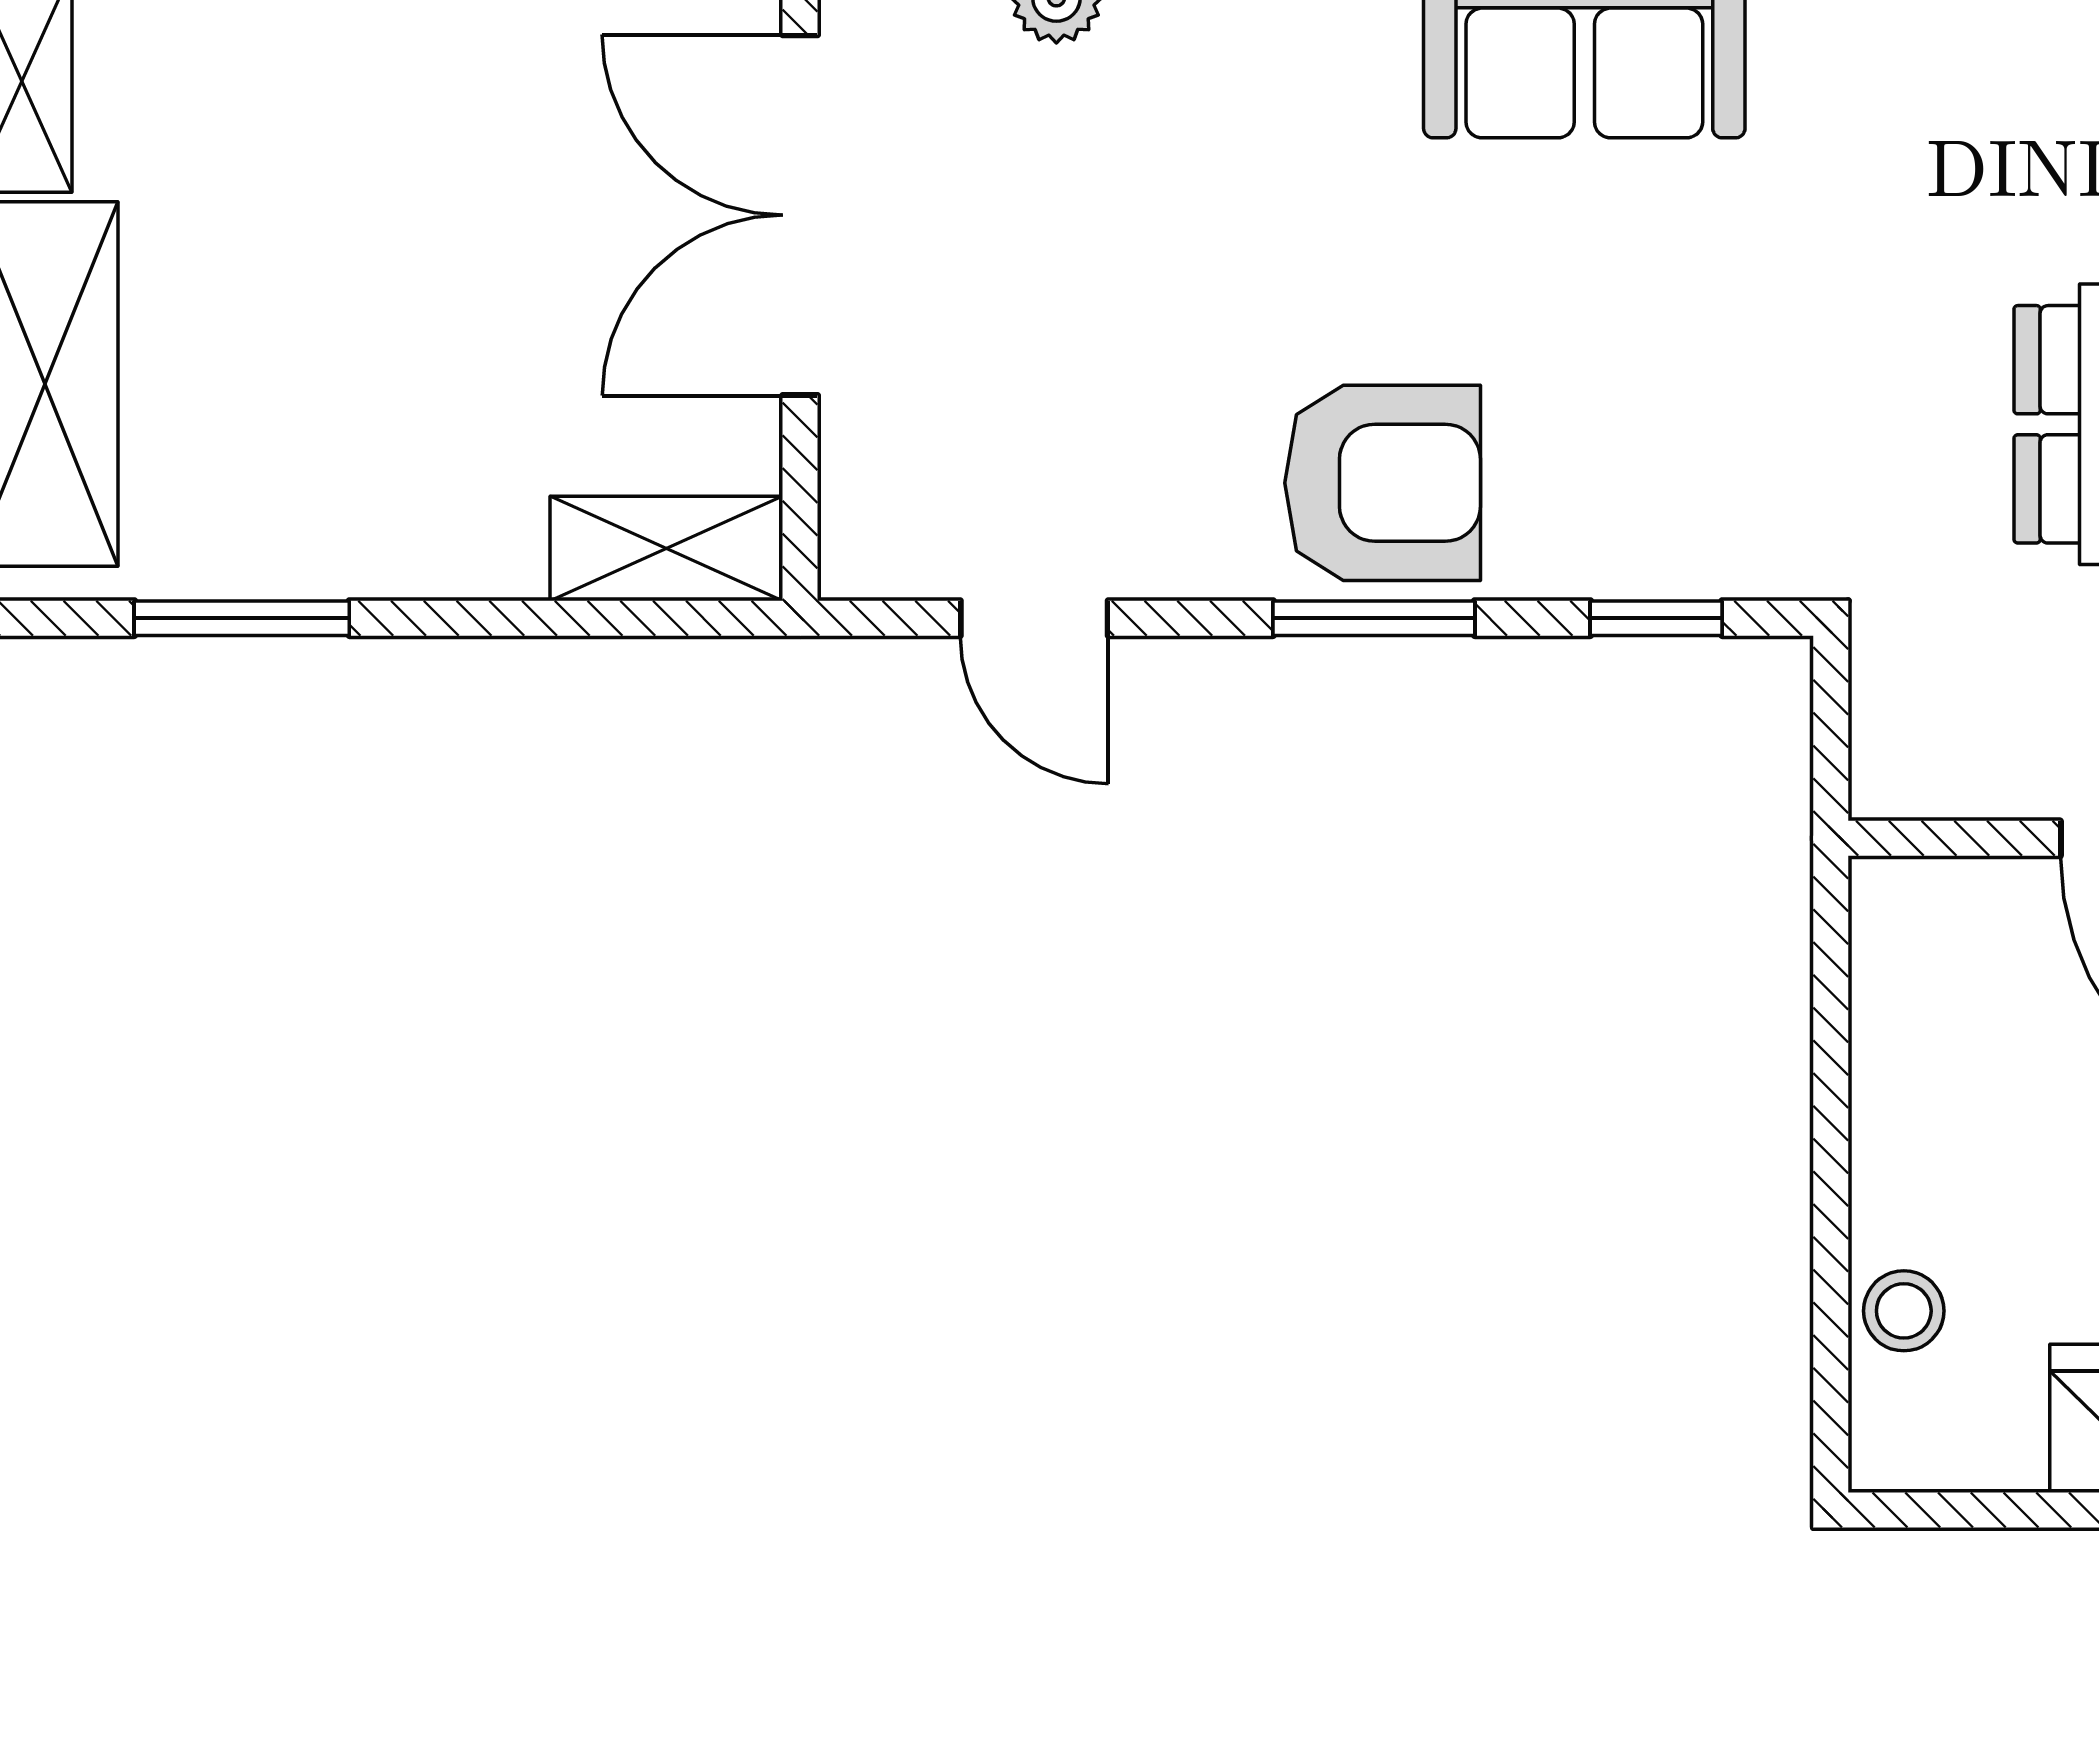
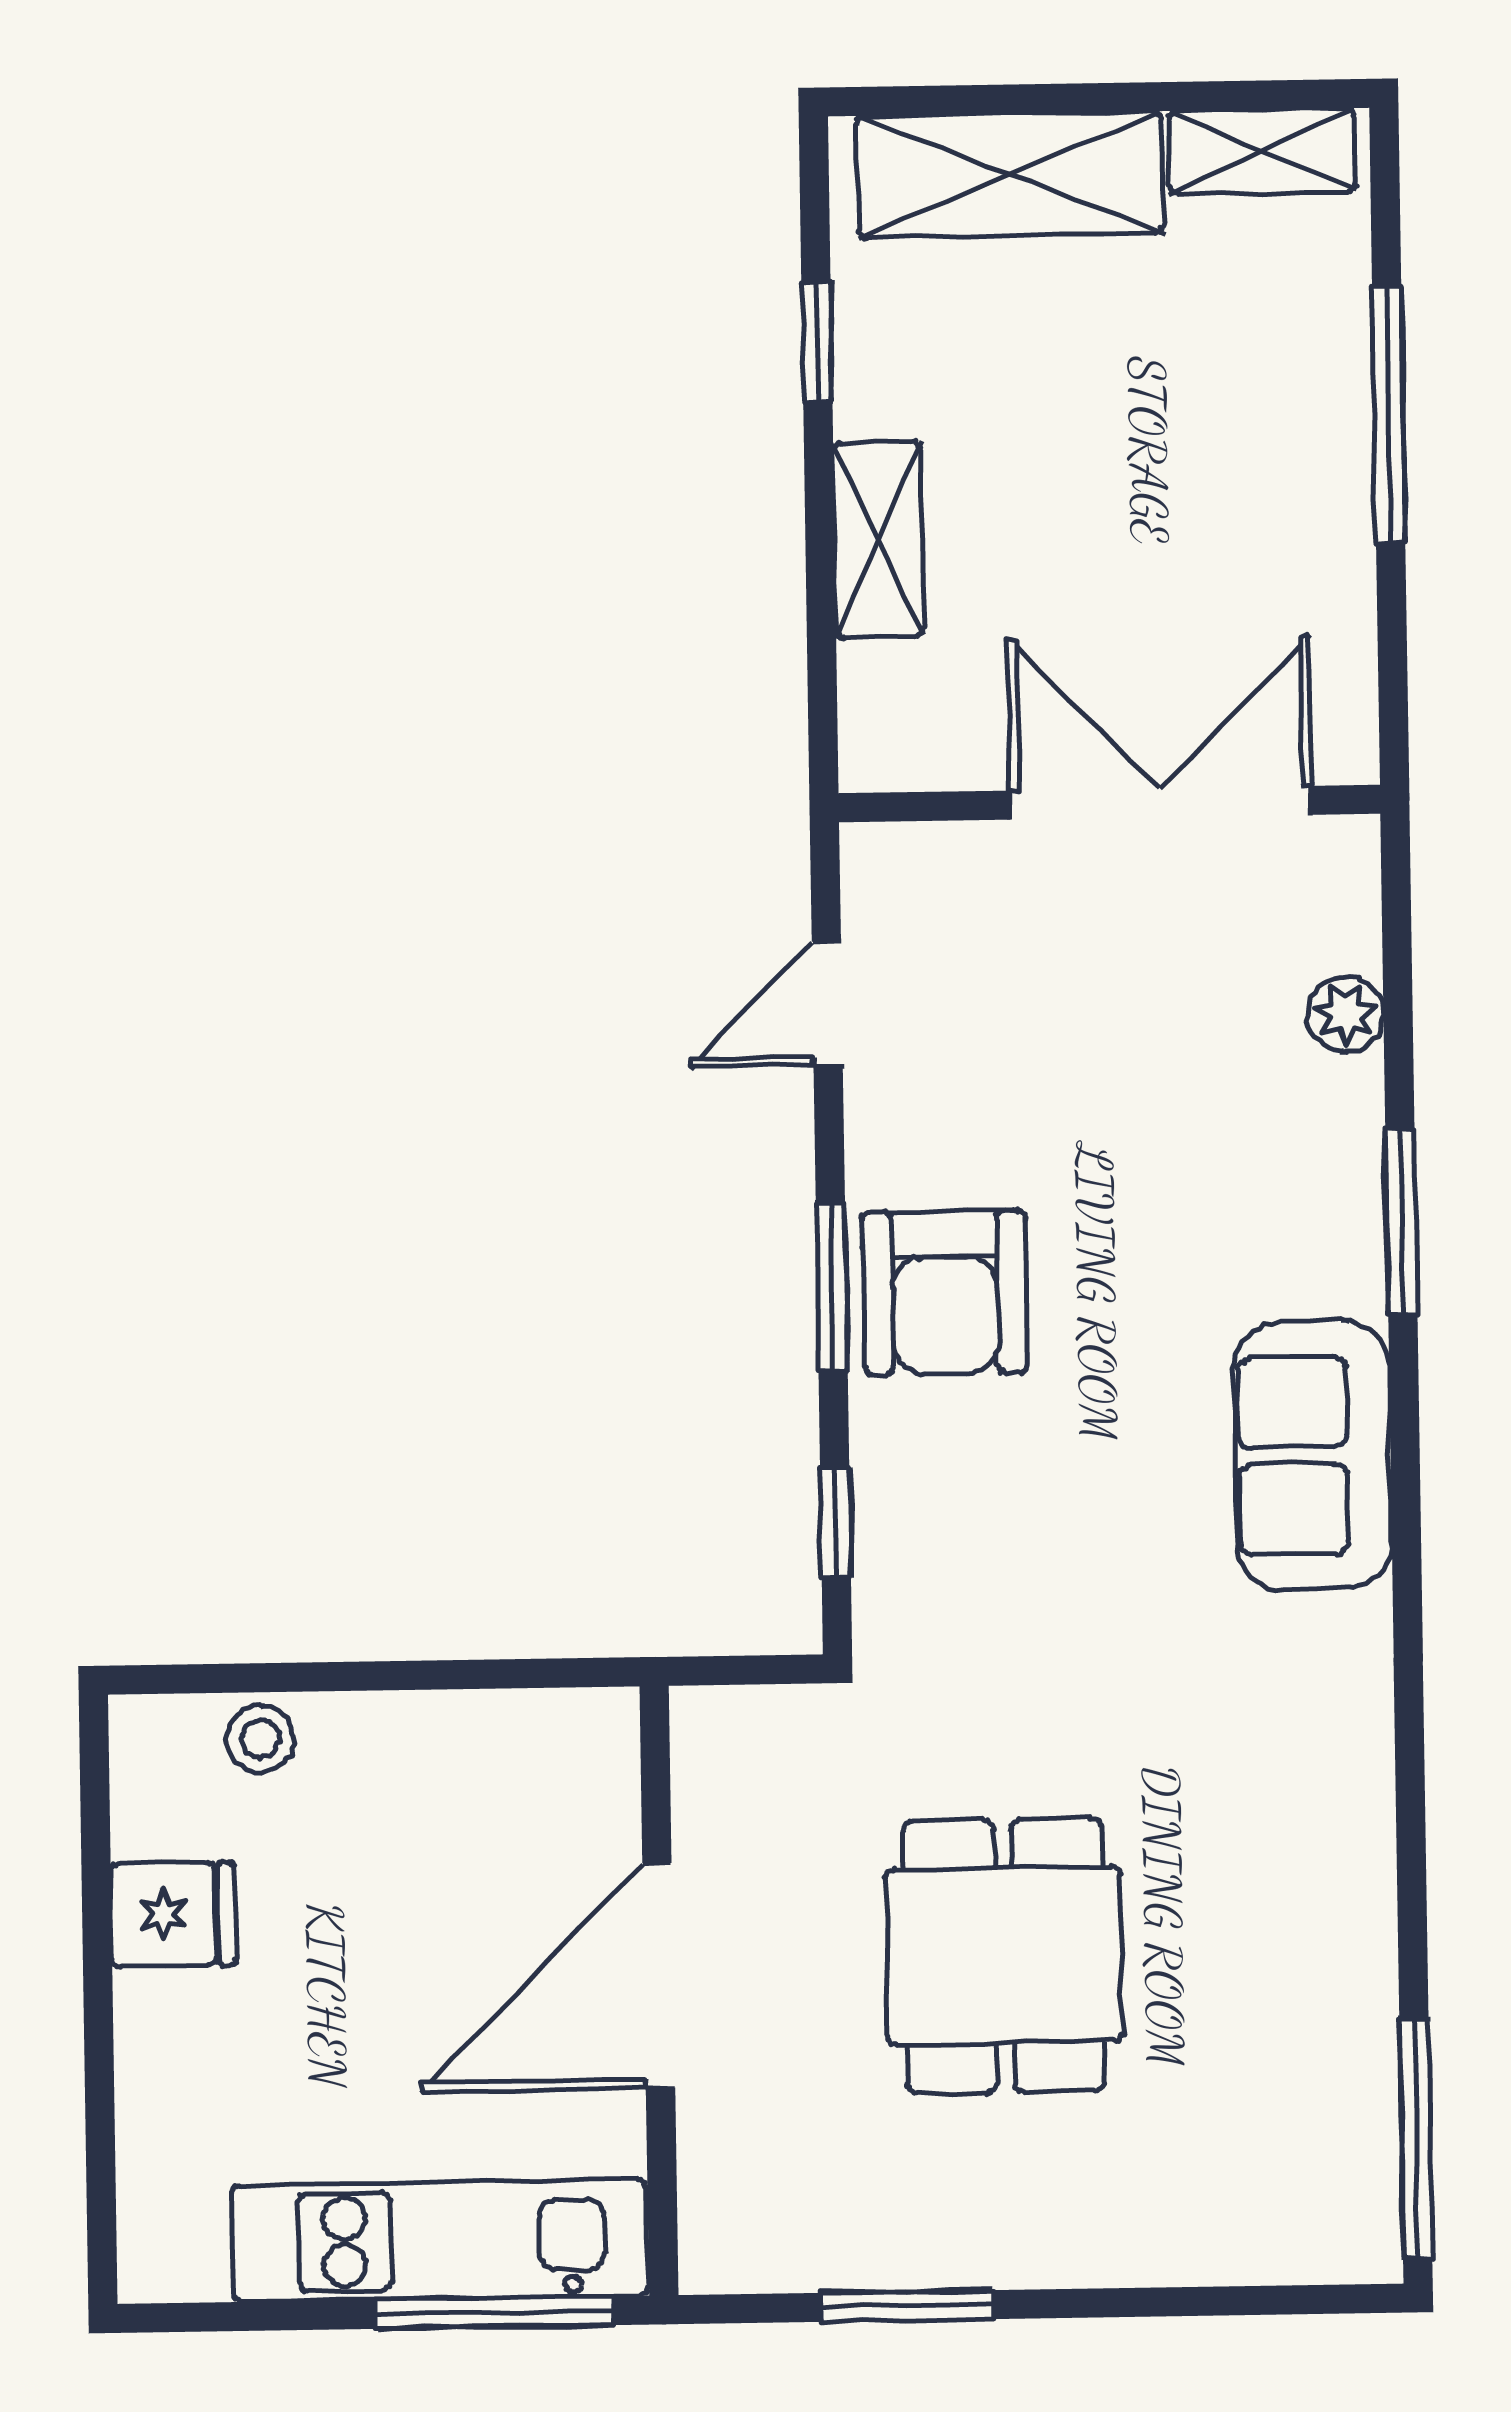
shelving: (666, 549) -> (878, 540), moved
window: (242, 618) -> (817, 342), width x0.67

